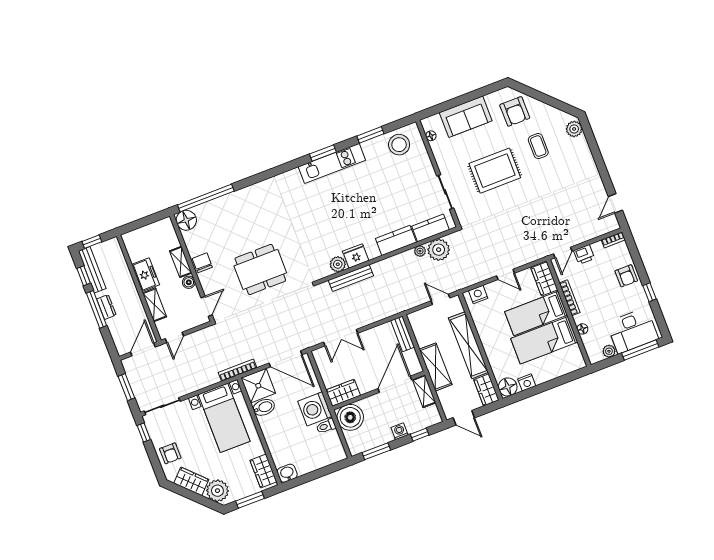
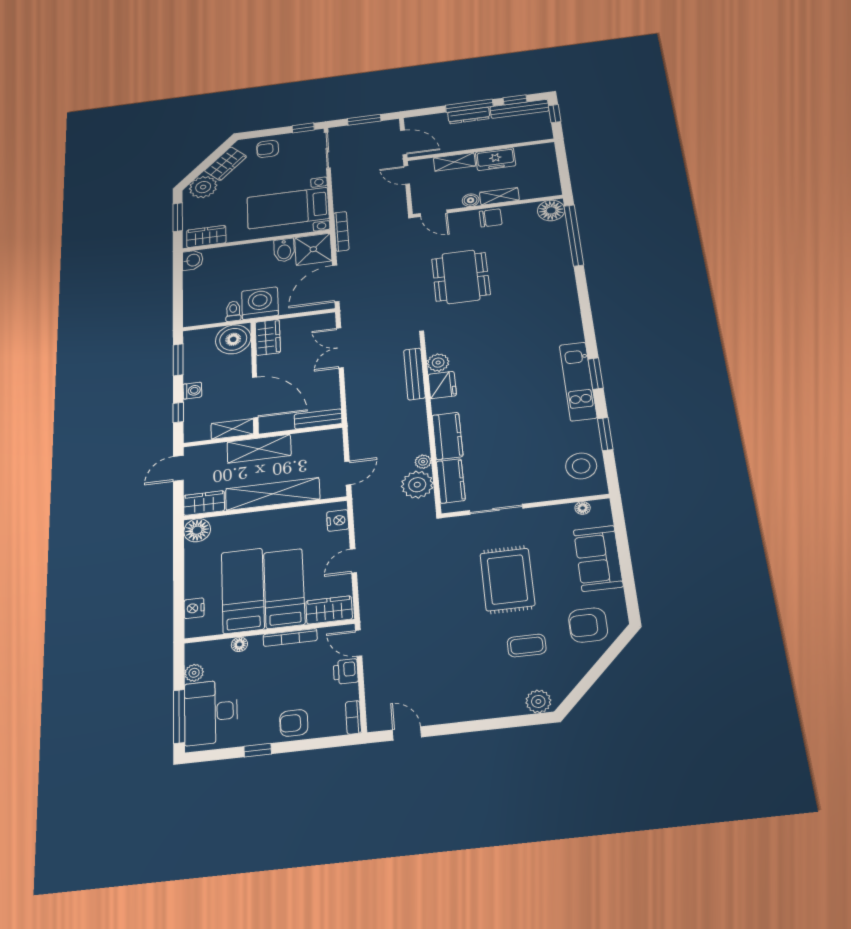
dresser: (106, 307) -> (469, 115), width x1.44
nightstand: (527, 382) -> (194, 608), moved

